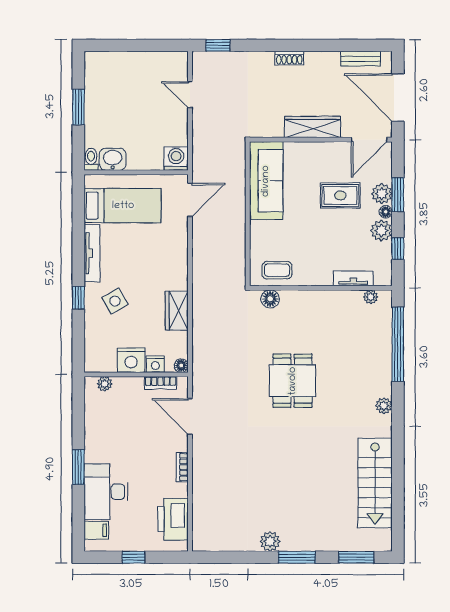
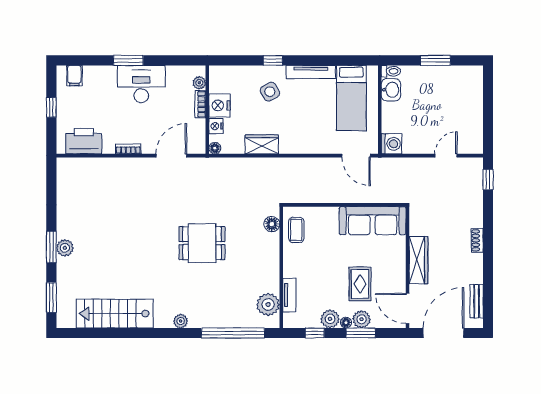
plant: (371, 297) -> (268, 304), width x1.88, depth x1.88
bookcase: (161, 383) -> (200, 104), moved
desk: (106, 492) -> (141, 84), moved
plant: (270, 541) -> (65, 248), moved

